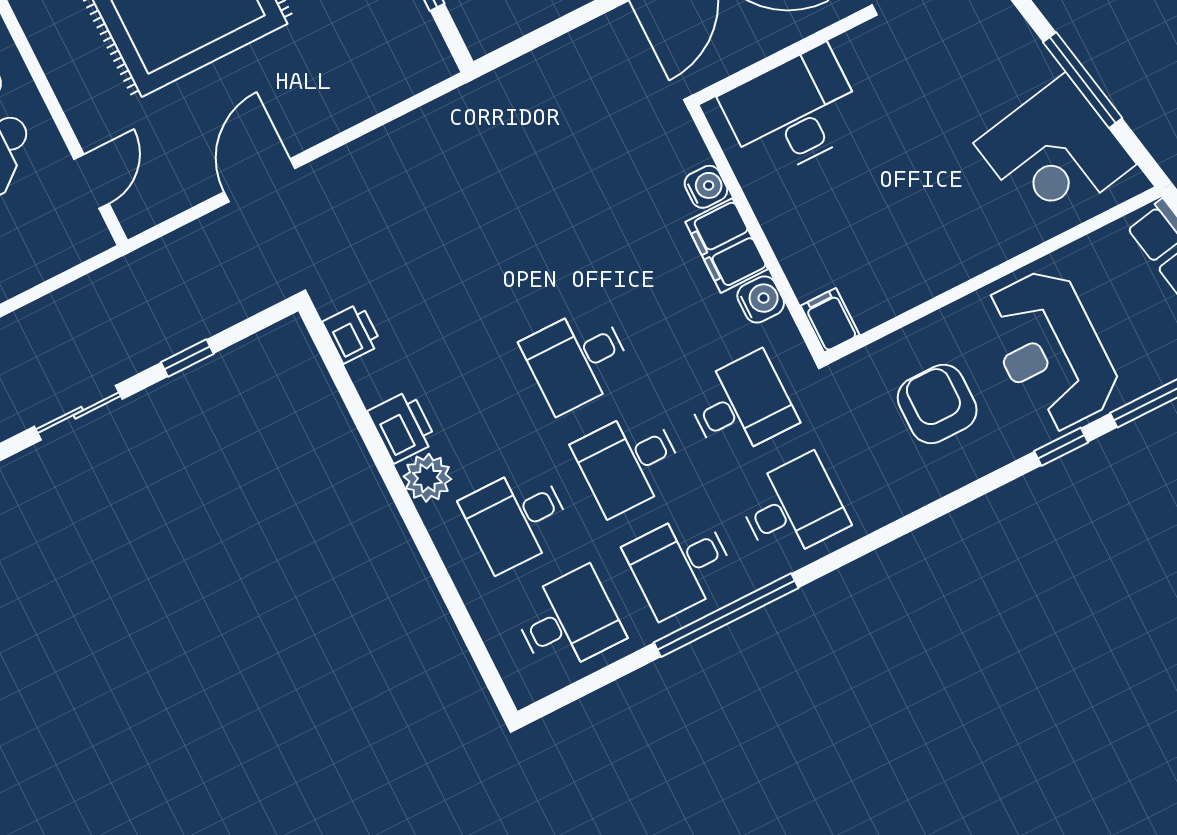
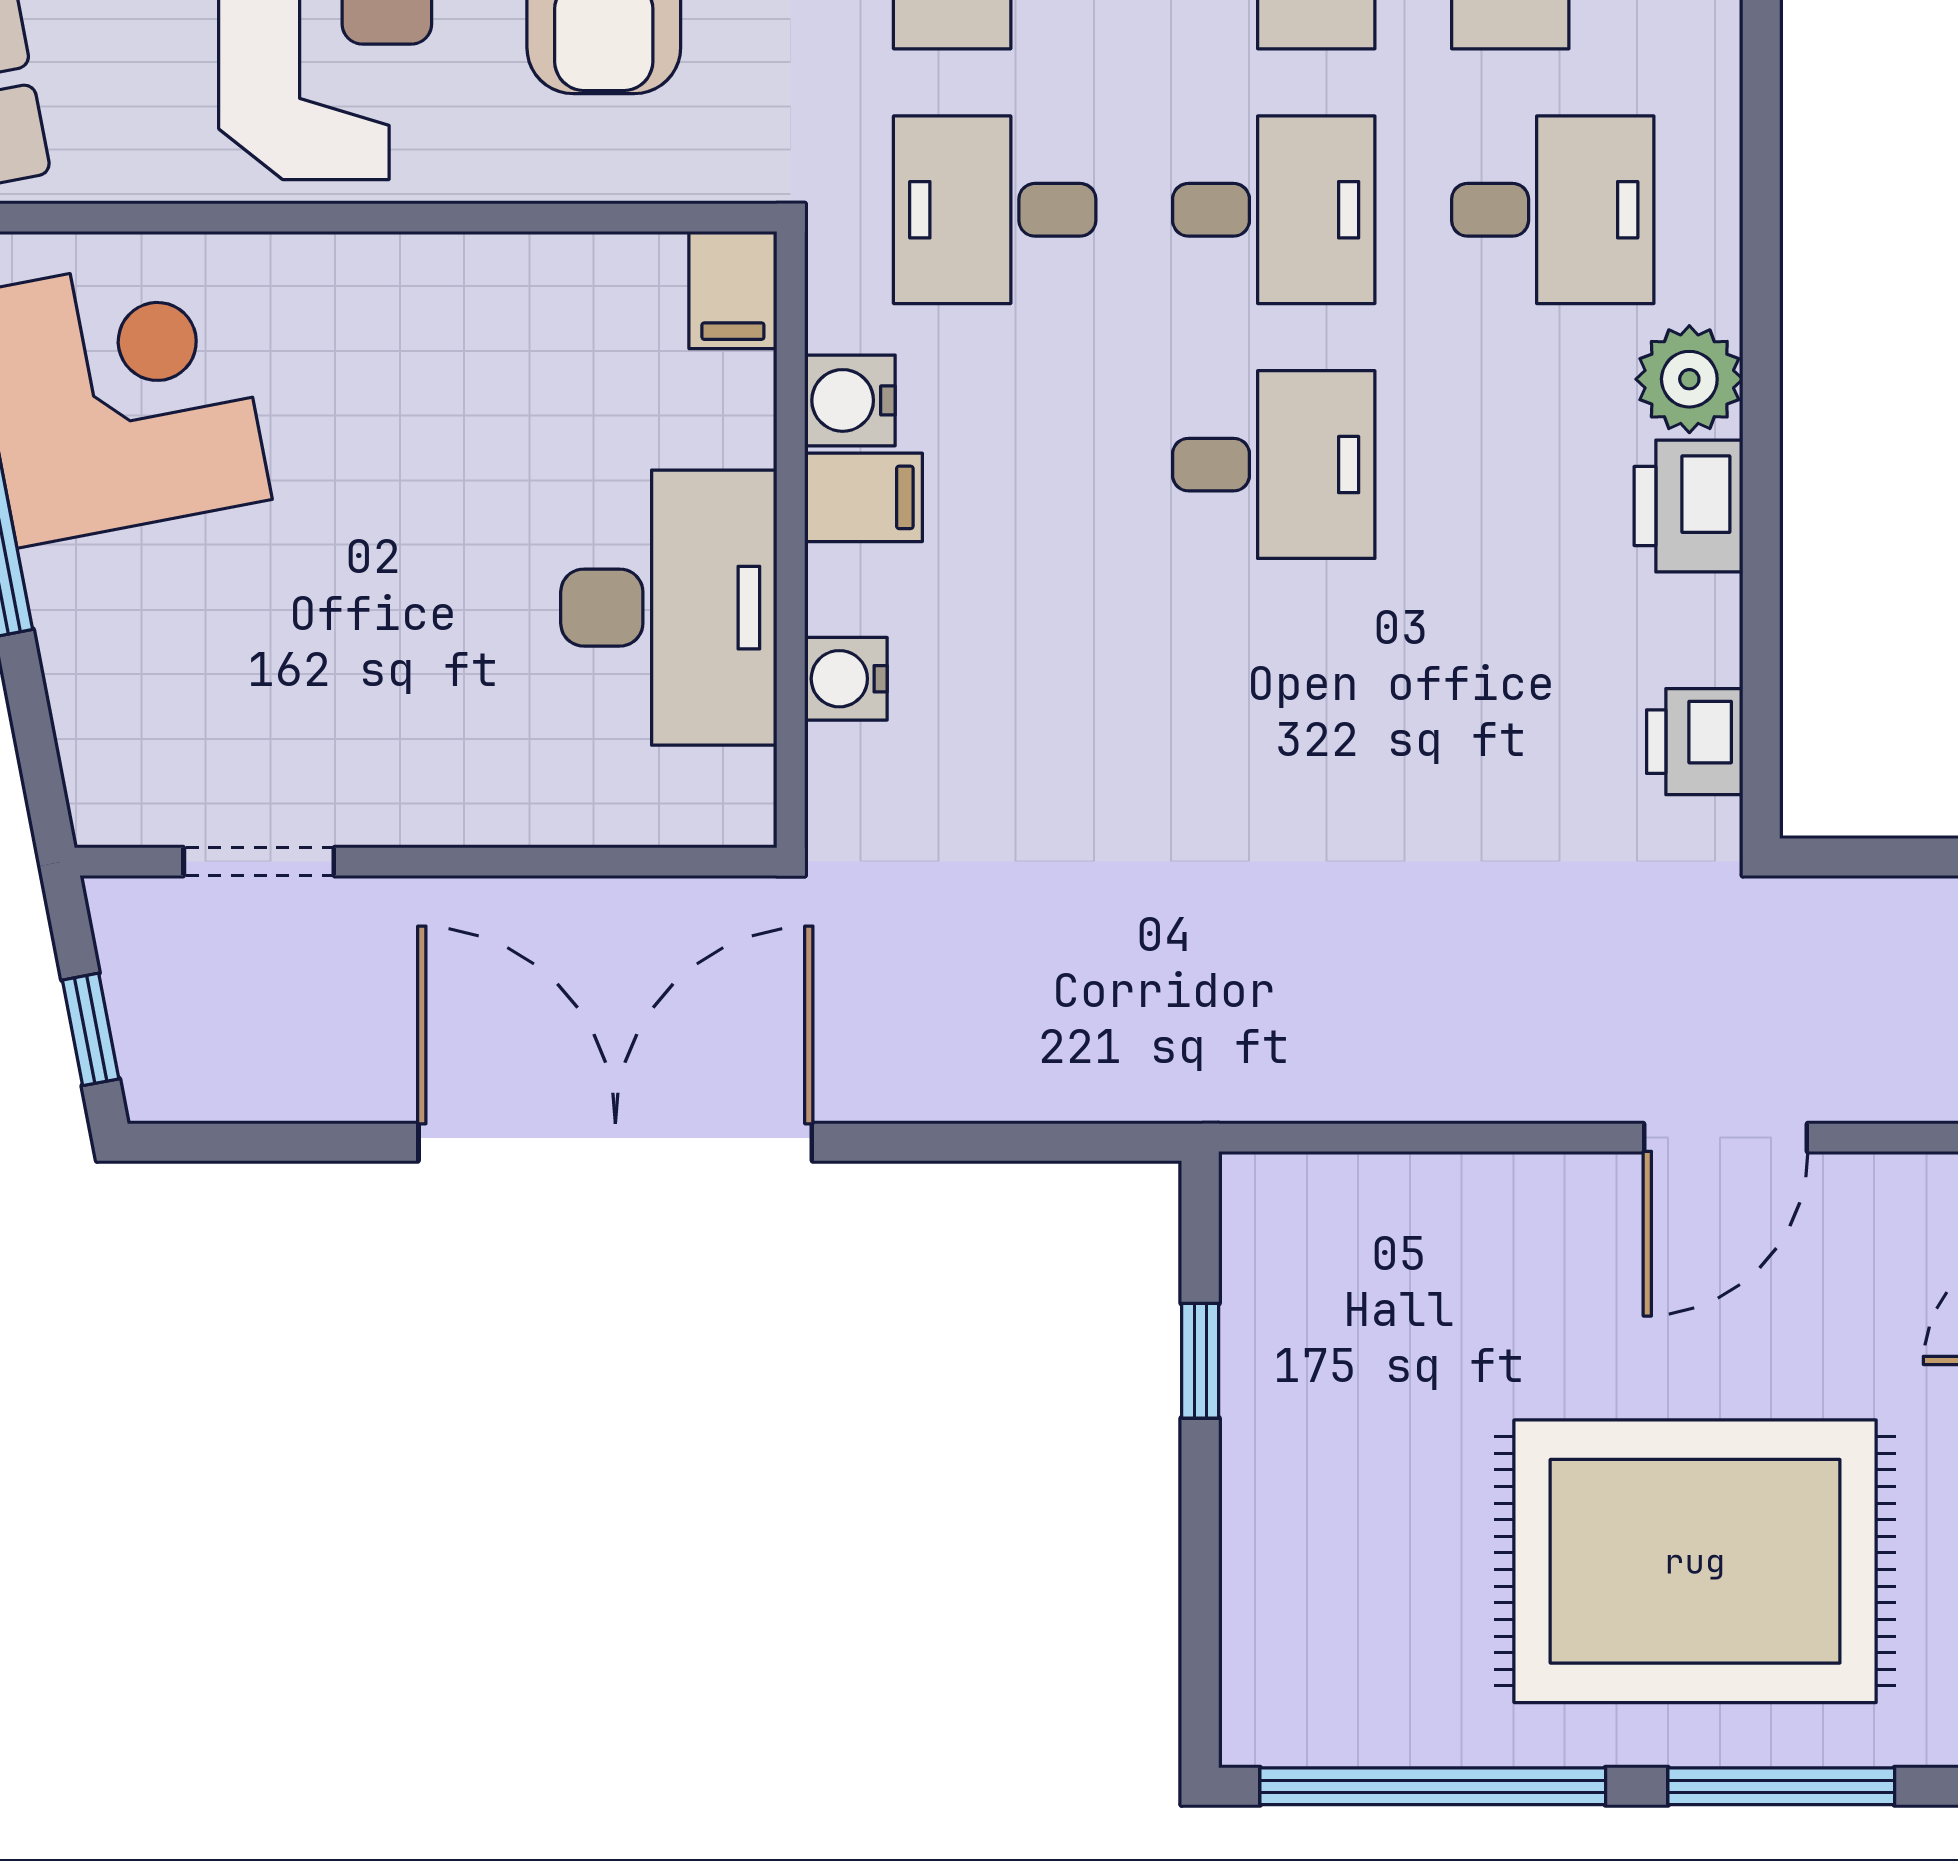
desk: (793, 112) -> (669, 608), moved, turned -90
filing cabinet: (727, 246) -> (864, 497), width x0.50

